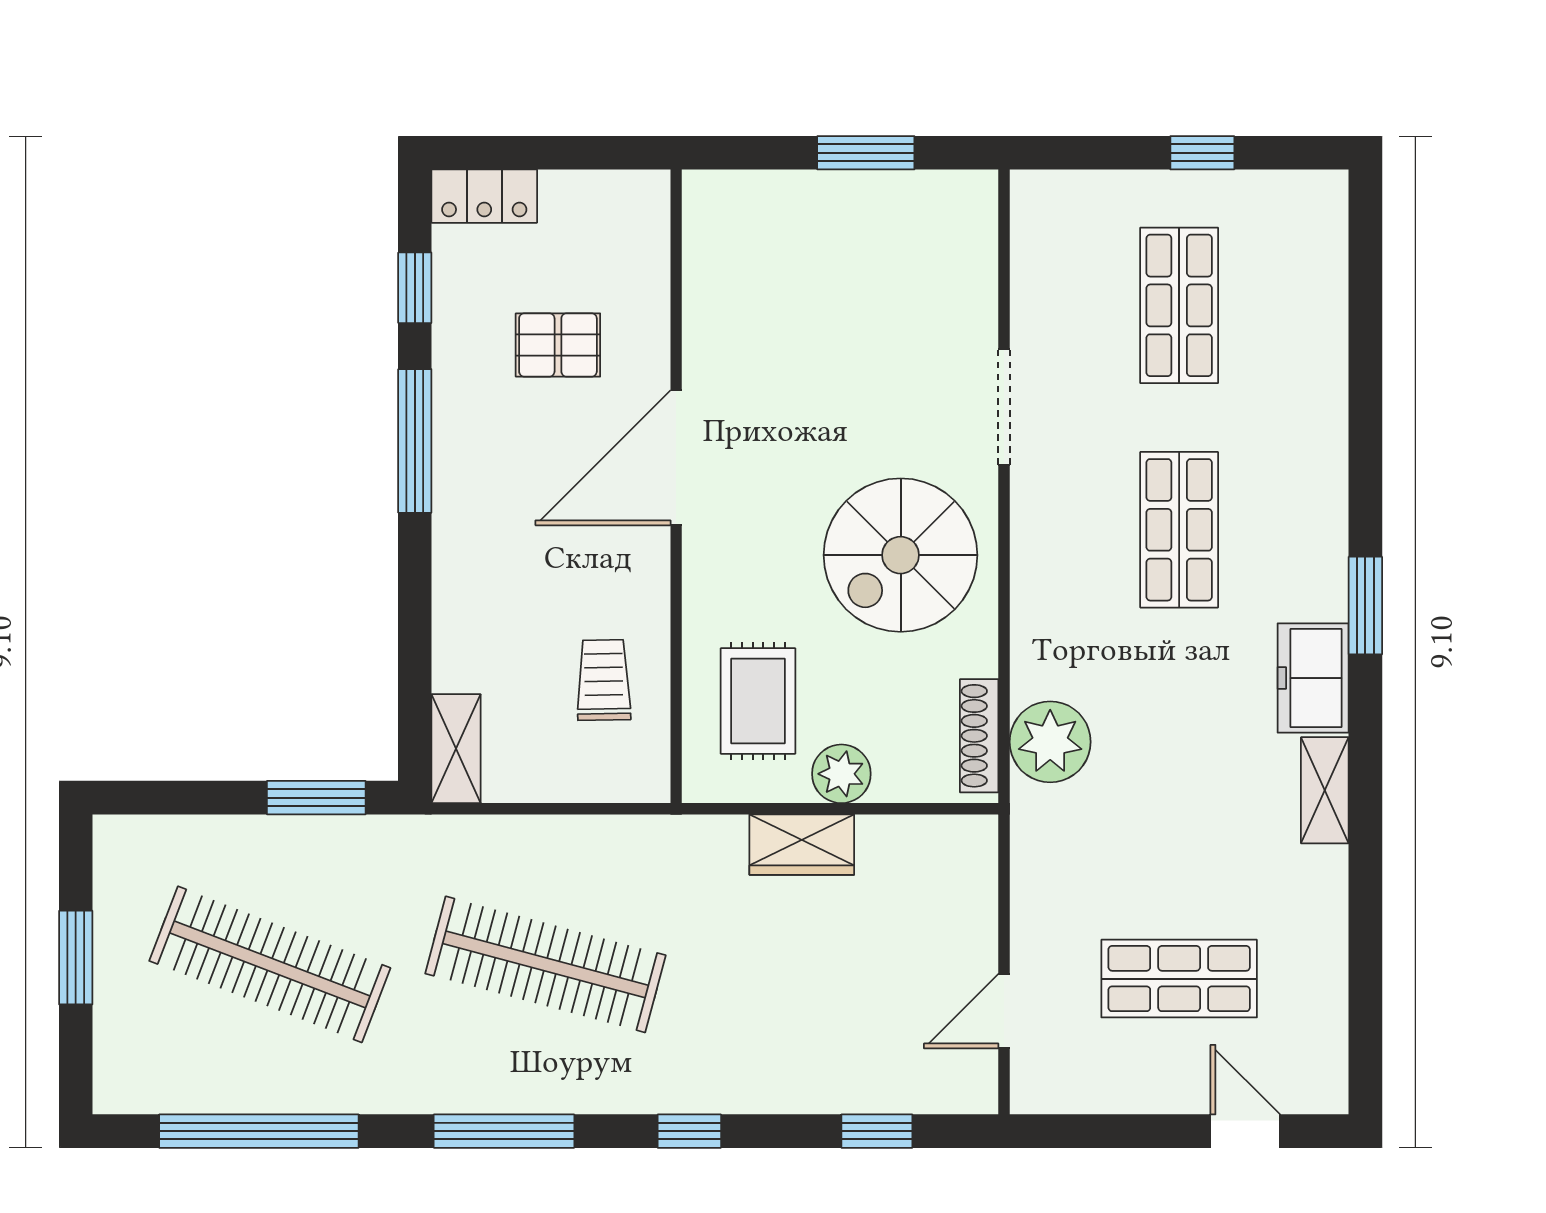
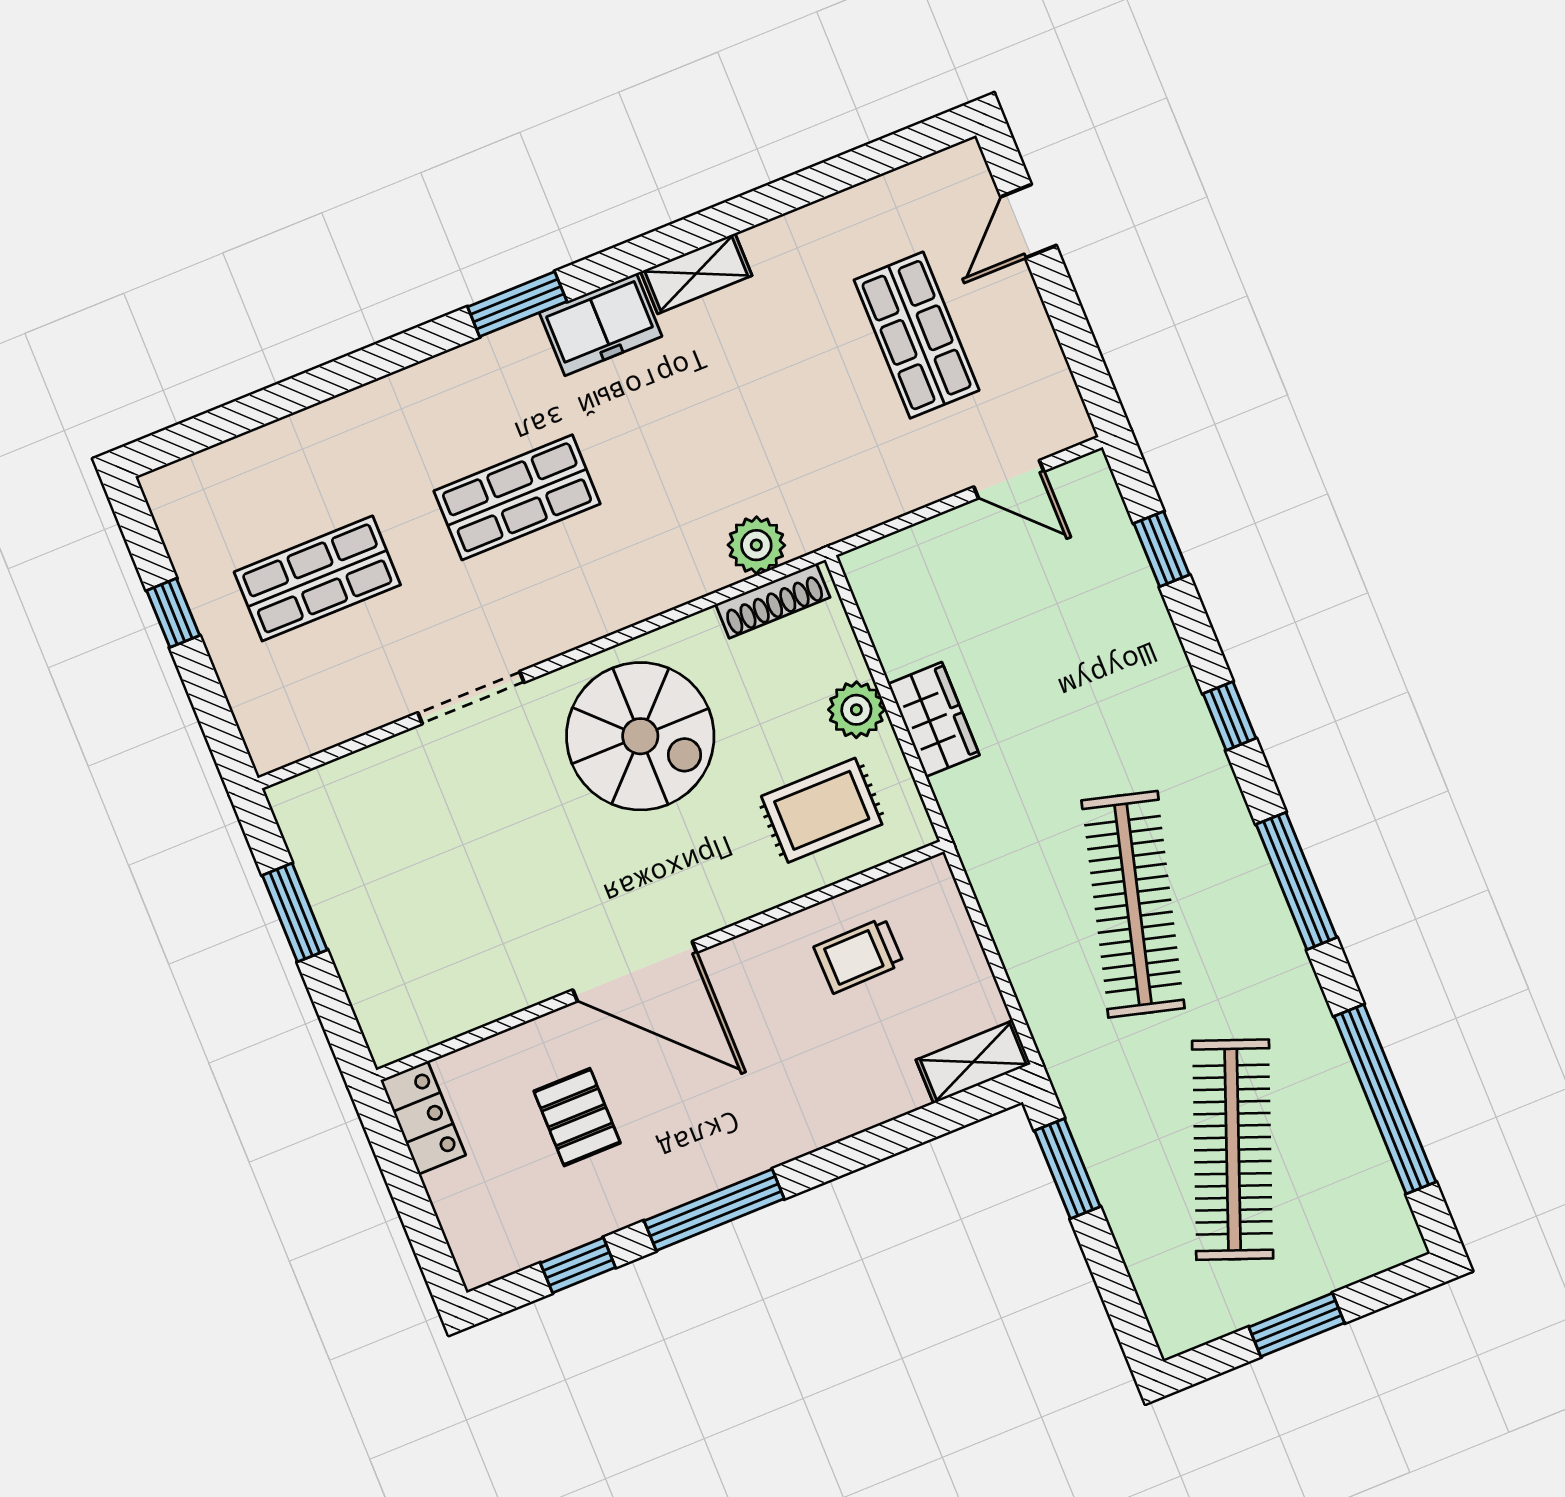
locker: (484, 196) -> (423, 1118), moved
plant: (1050, 742) -> (756, 545), width x0.73, depth x0.73

